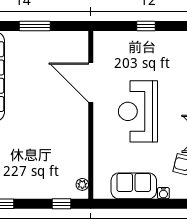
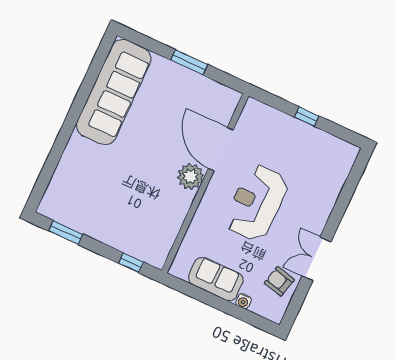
plant: (82, 184) -> (191, 176), moved, width x1.88, depth x1.88

